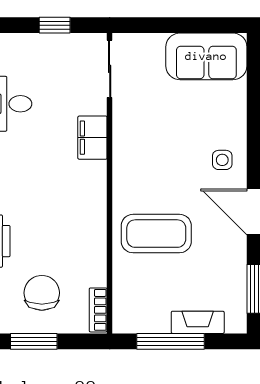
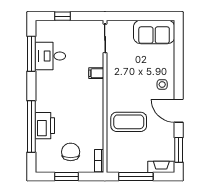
window: (55, 25) -> (62, 16), moved
filing cabinet: (92, 138) -> (96, 73), width x0.50
fireplace: (198, 322) -> (161, 167), moved

